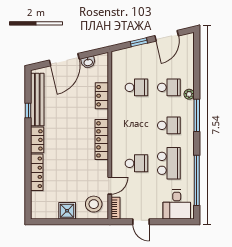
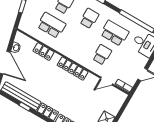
school desk: (136, 87) -> (51, 25), width x1.85
door: (110, 186) -> (106, 81), swing flipped
stool: (94, 204) -> (113, 99), removed

